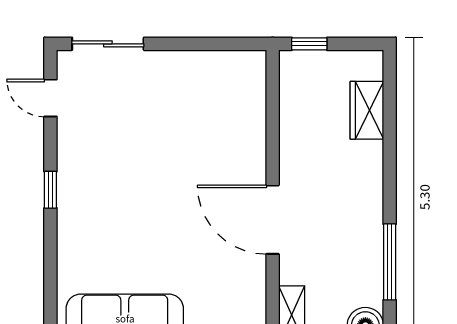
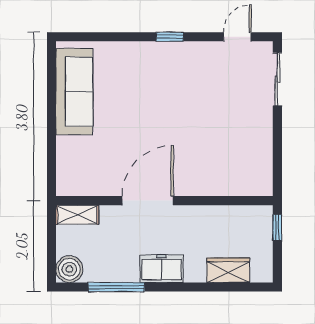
freezer: (365, 201) -> (162, 269), added

